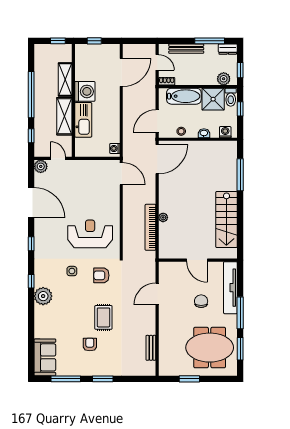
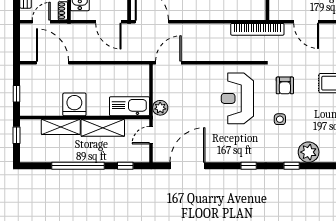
kitchen sink: (83, 120) -> (129, 106), moved
washing machine: (115, 148) -> (140, 70), removed
plant: (41, 166) -> (160, 108), moved
door: (31, 203) -> (187, 166), moved
plant: (163, 217) -> (219, 15), removed
bookcase: (150, 227) -> (257, 29), moved

